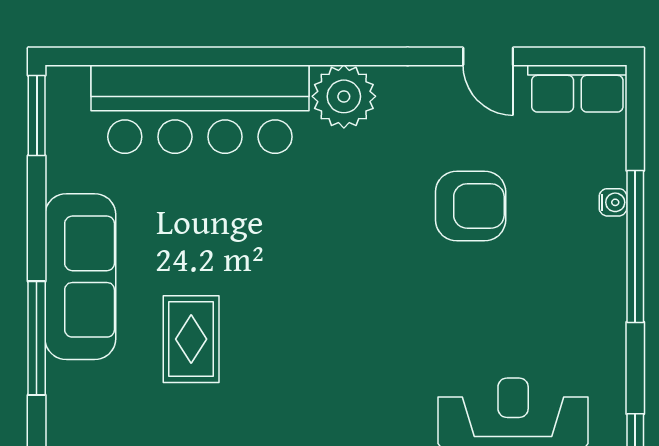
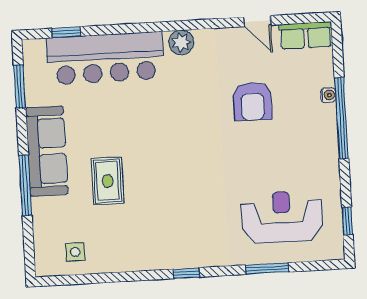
window: (130, 56) -> (66, 32), added
plant: (344, 96) -> (181, 42), width x0.73, depth x0.73
window: (37, 116) -> (20, 87), moved
armchair: (471, 206) -> (252, 101), turned 90

